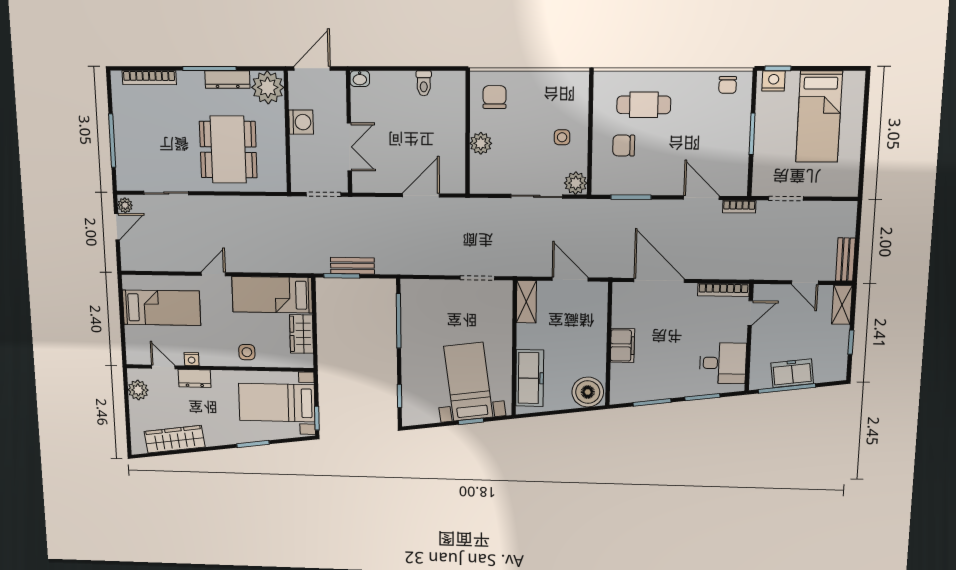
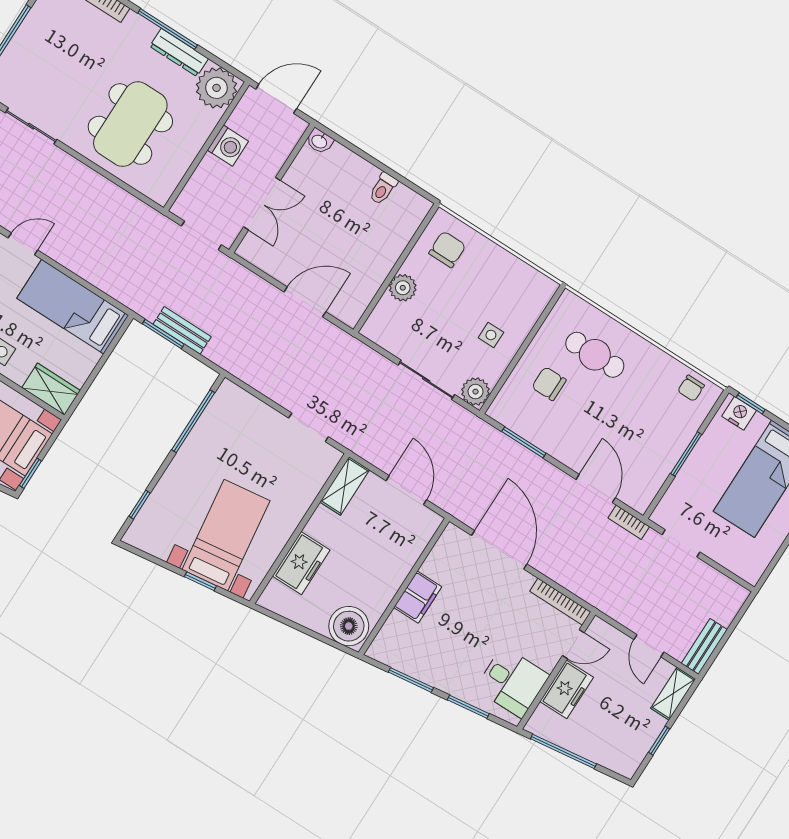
wardrobe: (302, 334) -> (51, 389), moved, turned 90
freezer: (792, 373) -> (567, 689), moved, turned 98
freezer: (530, 378) -> (301, 563), width x0.71

